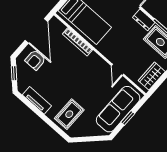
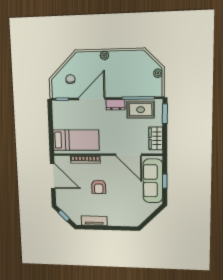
armchair: (35, 60) -> (99, 187), moved
door: (118, 70) -> (129, 155), width x1.88
rug: (69, 114) -> (123, 212), removed

